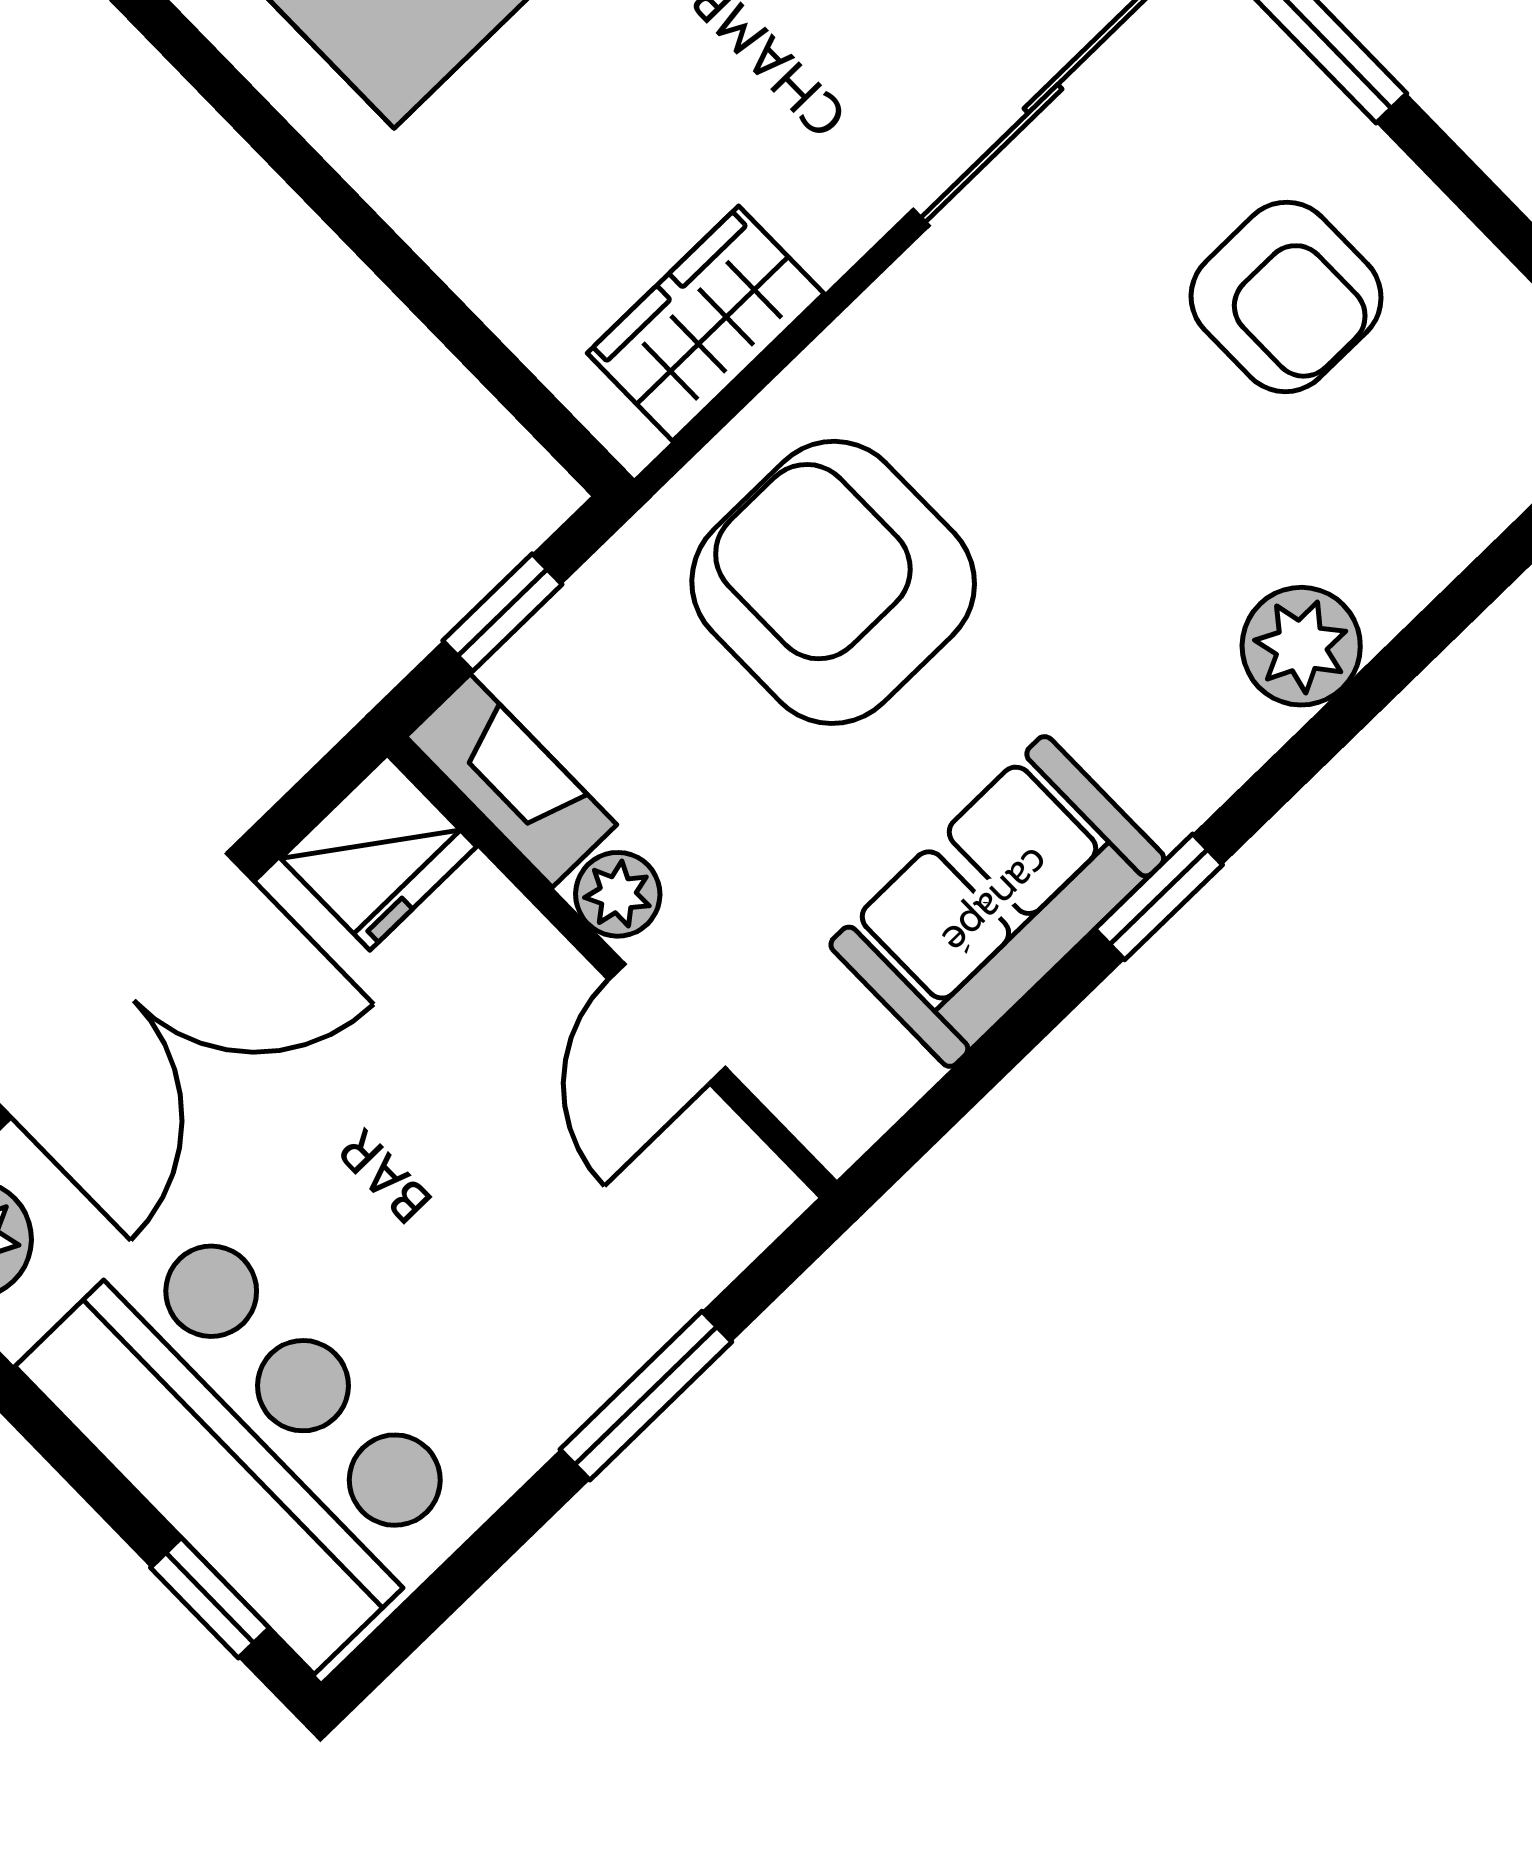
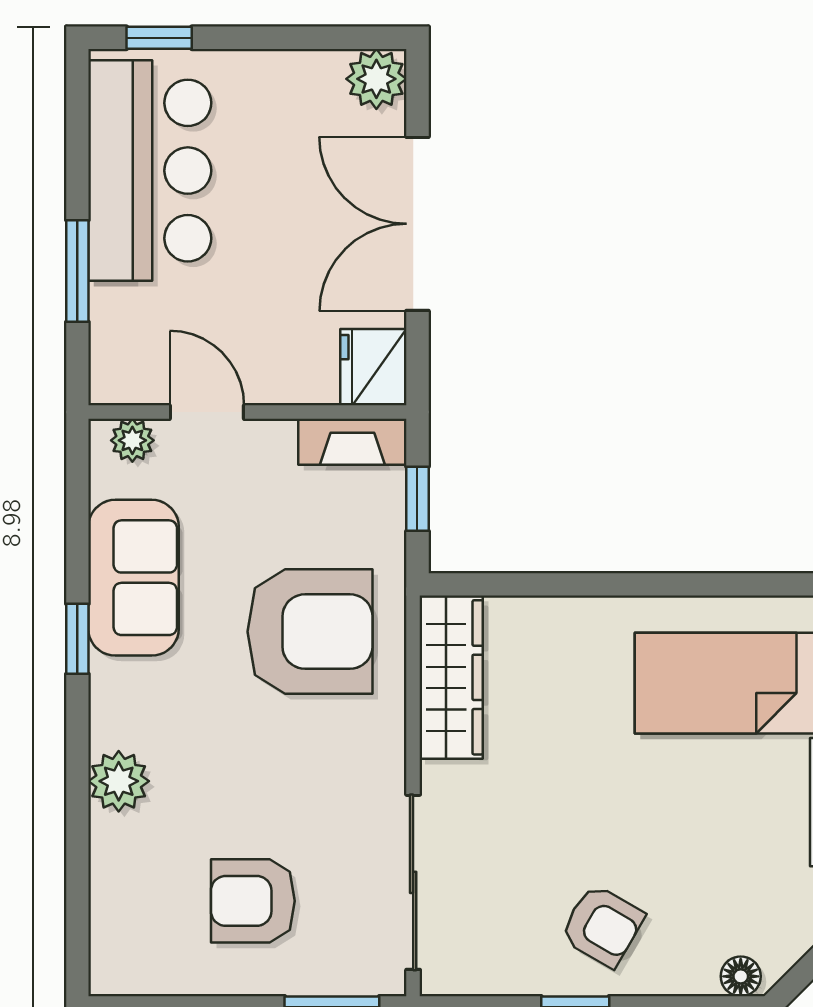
wardrobe: (706, 323) -> (451, 677), width x1.50
plant: (618, 894) -> (132, 440), moved
bar counter: (250, 1437) -> (150, 171), moved, turned -90

